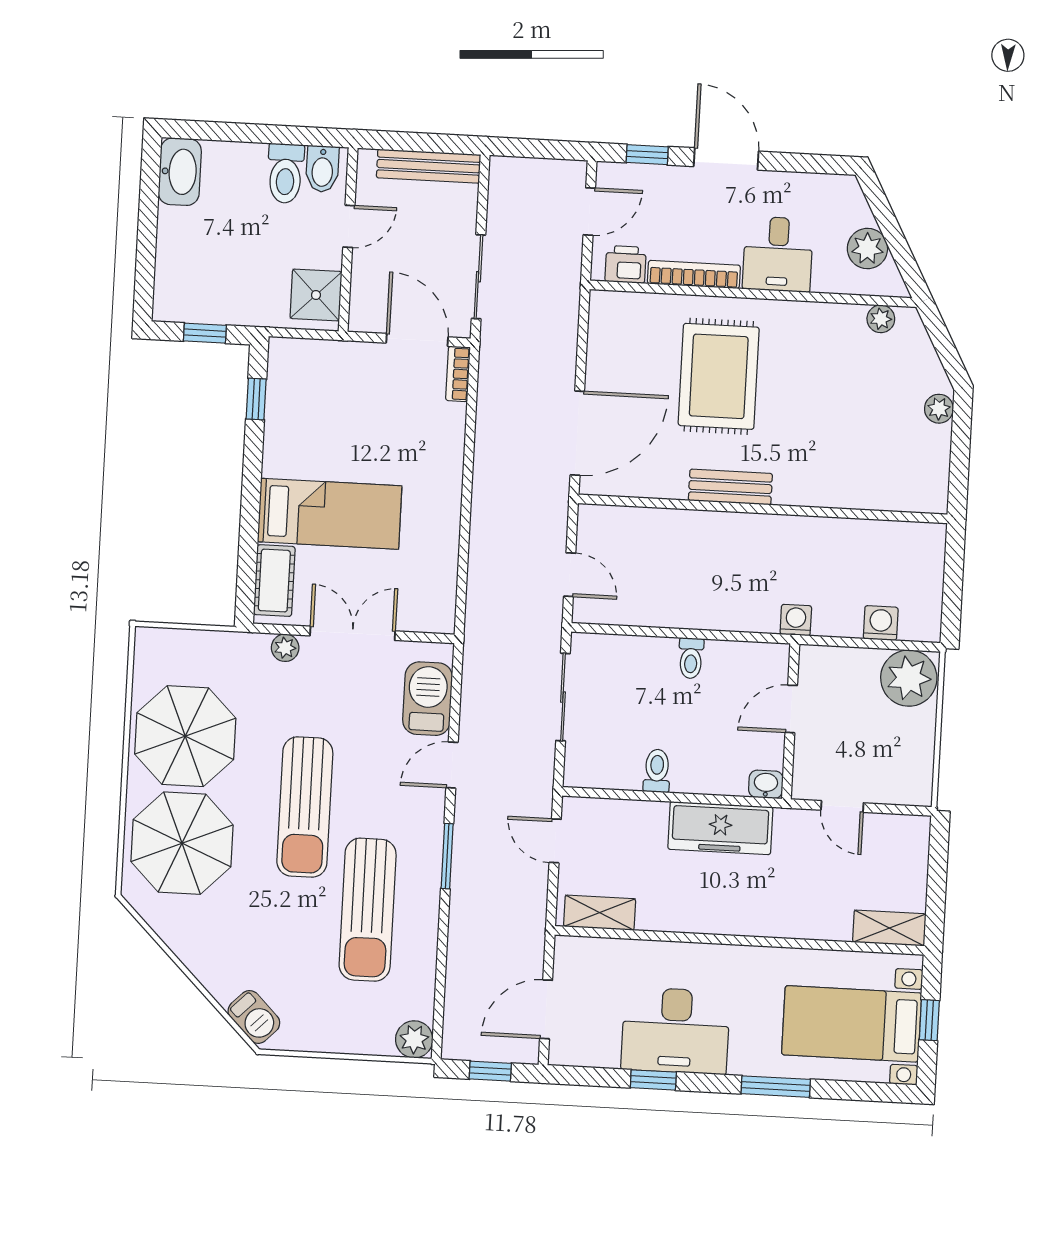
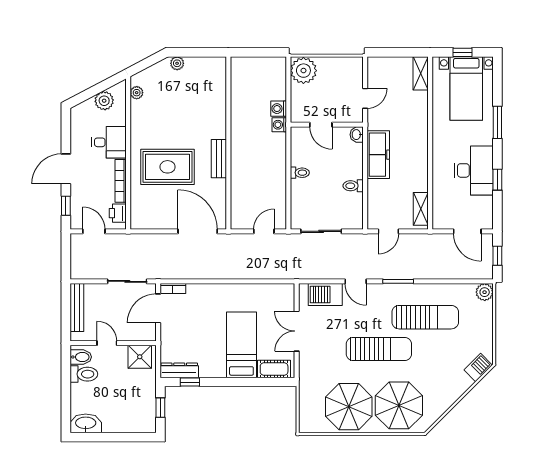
dresser: (282, 378) -> (179, 370), added
washing machine: (881, 623) -> (279, 109), moved
plant: (285, 648) -> (305, 362), removed

